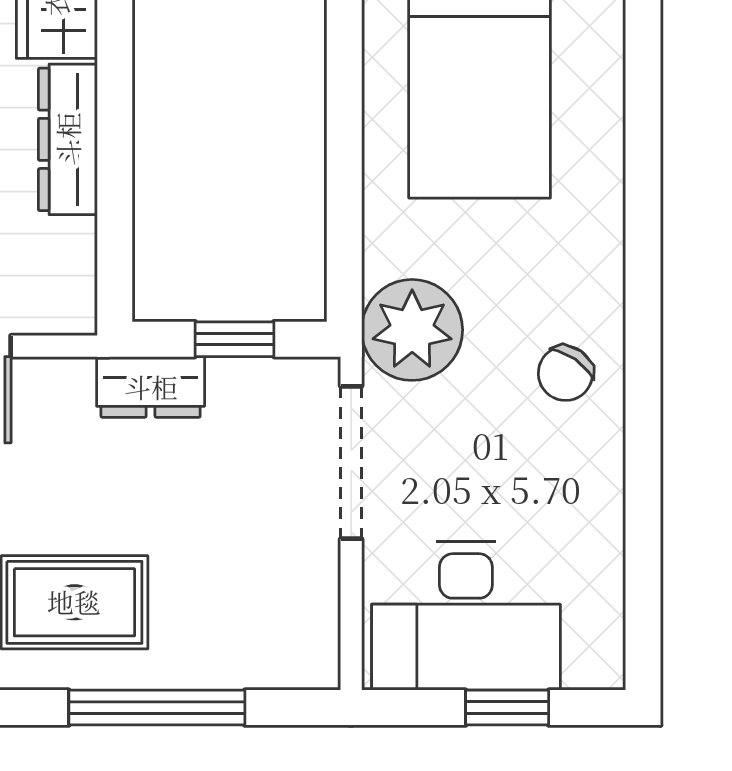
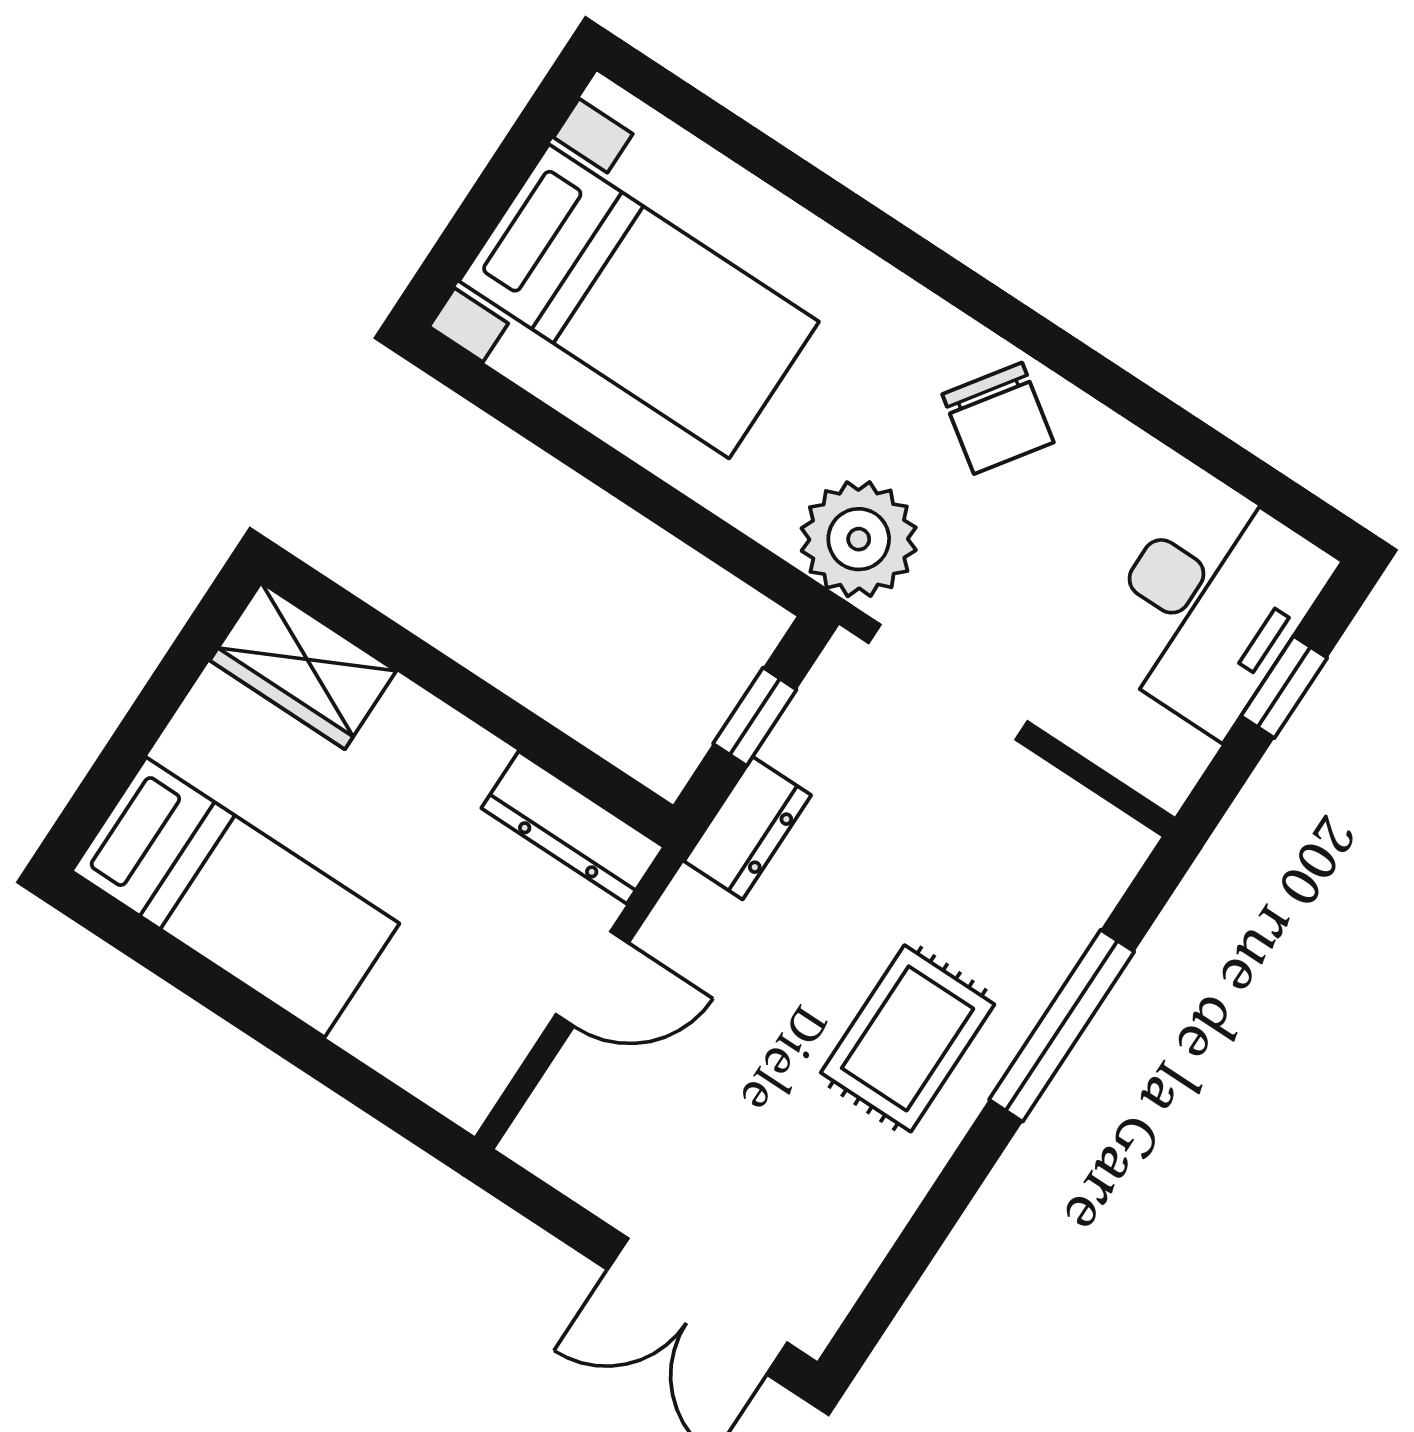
dresser: (68, 139) -> (573, 828), moved
chair: (565, 373) -> (998, 418), width x1.37, depth x1.37
desk: (466, 616) -> (1211, 605), moved

